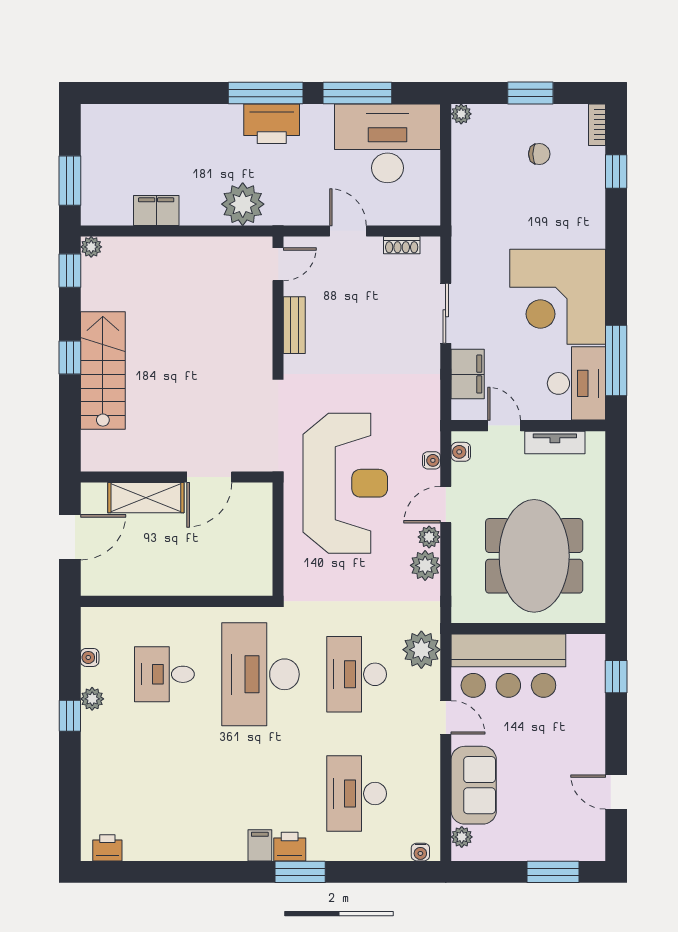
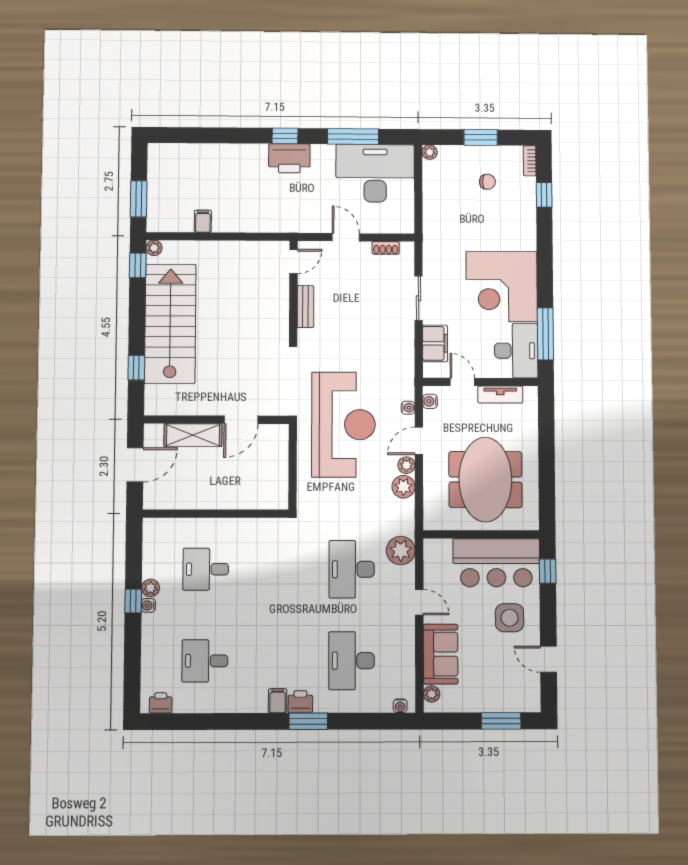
window: (266, 93) -> (285, 136), width x0.46
plant: (243, 204) -> (267, 217), removed
filing cabinet: (156, 210) -> (203, 221), width x0.50
window: (70, 357) -> (136, 368), moved
stairs: (103, 371) -> (170, 324), width x1.36, depth x1.51
water cooler: (90, 657) -> (148, 605), moved
bar counter: (508, 666) -> (496, 563), moved
desk: (260, 674) -> (205, 661), moved, width x0.53, depth x0.77
side table: (565, 738) -> (509, 618), added

